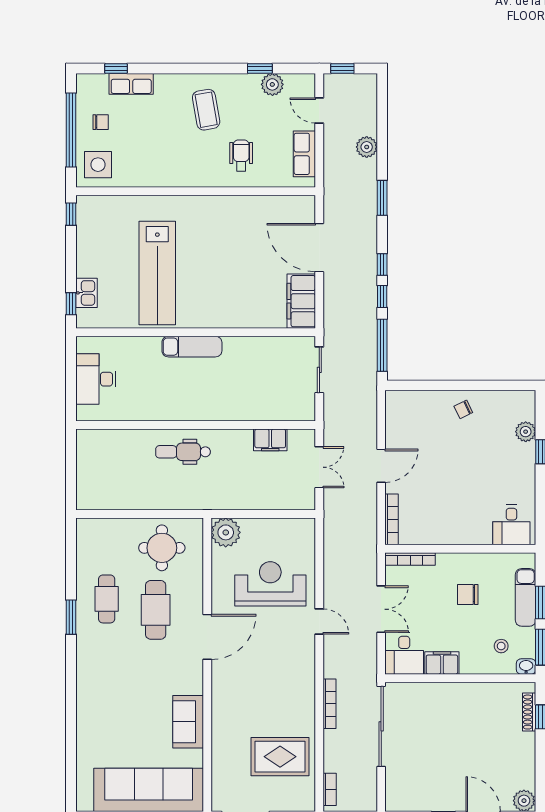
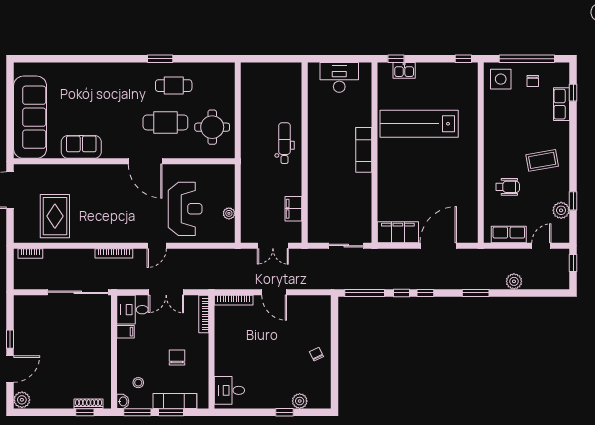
plant: (226, 532) -> (229, 213), moved, width x0.53, depth x0.53
filing cabinet: (442, 663) -> (125, 332), width x0.50
bookcase: (330, 704) -> (114, 253), moved

